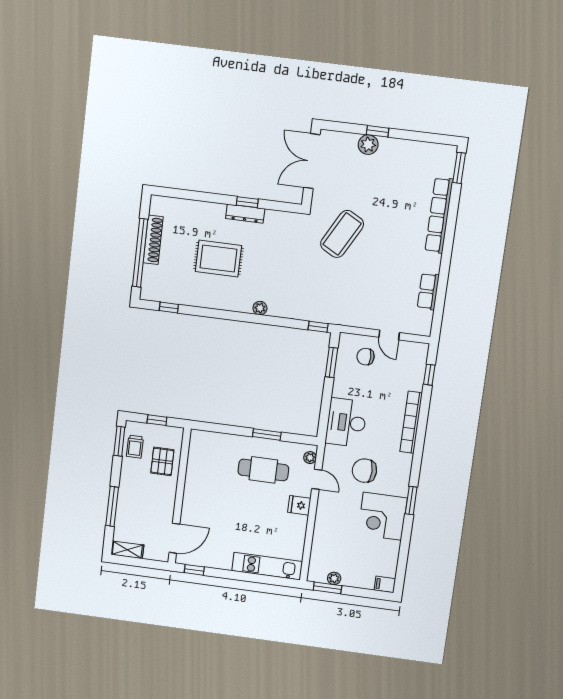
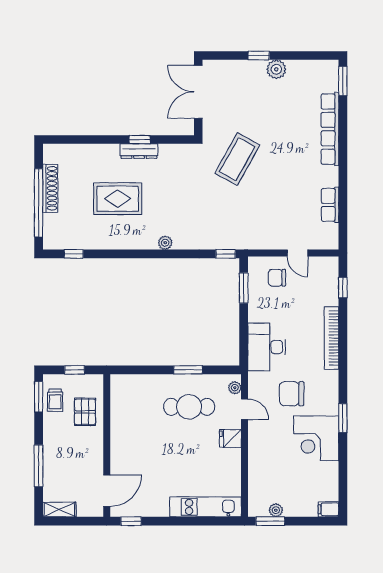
plant: (368, 145) -> (276, 69), moved

